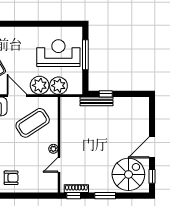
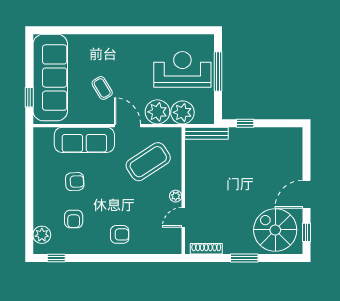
bench: (96, 101) -> (206, 133), moved
spiral stairs: (128, 174) -> (275, 230), turned -90
window: (74, 196) -> (202, 258), removed

